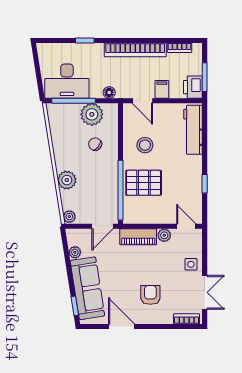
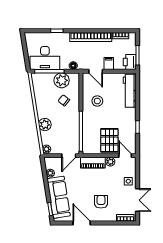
pallet: (144, 183) -> (109, 140), moved, turned 90

